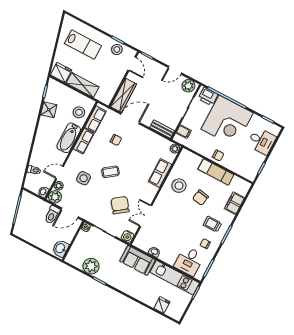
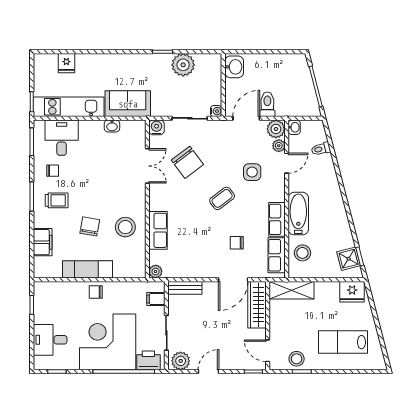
shelving: (83, 85) -> (292, 290), moved
shower: (49, 110) -> (349, 259), moved

